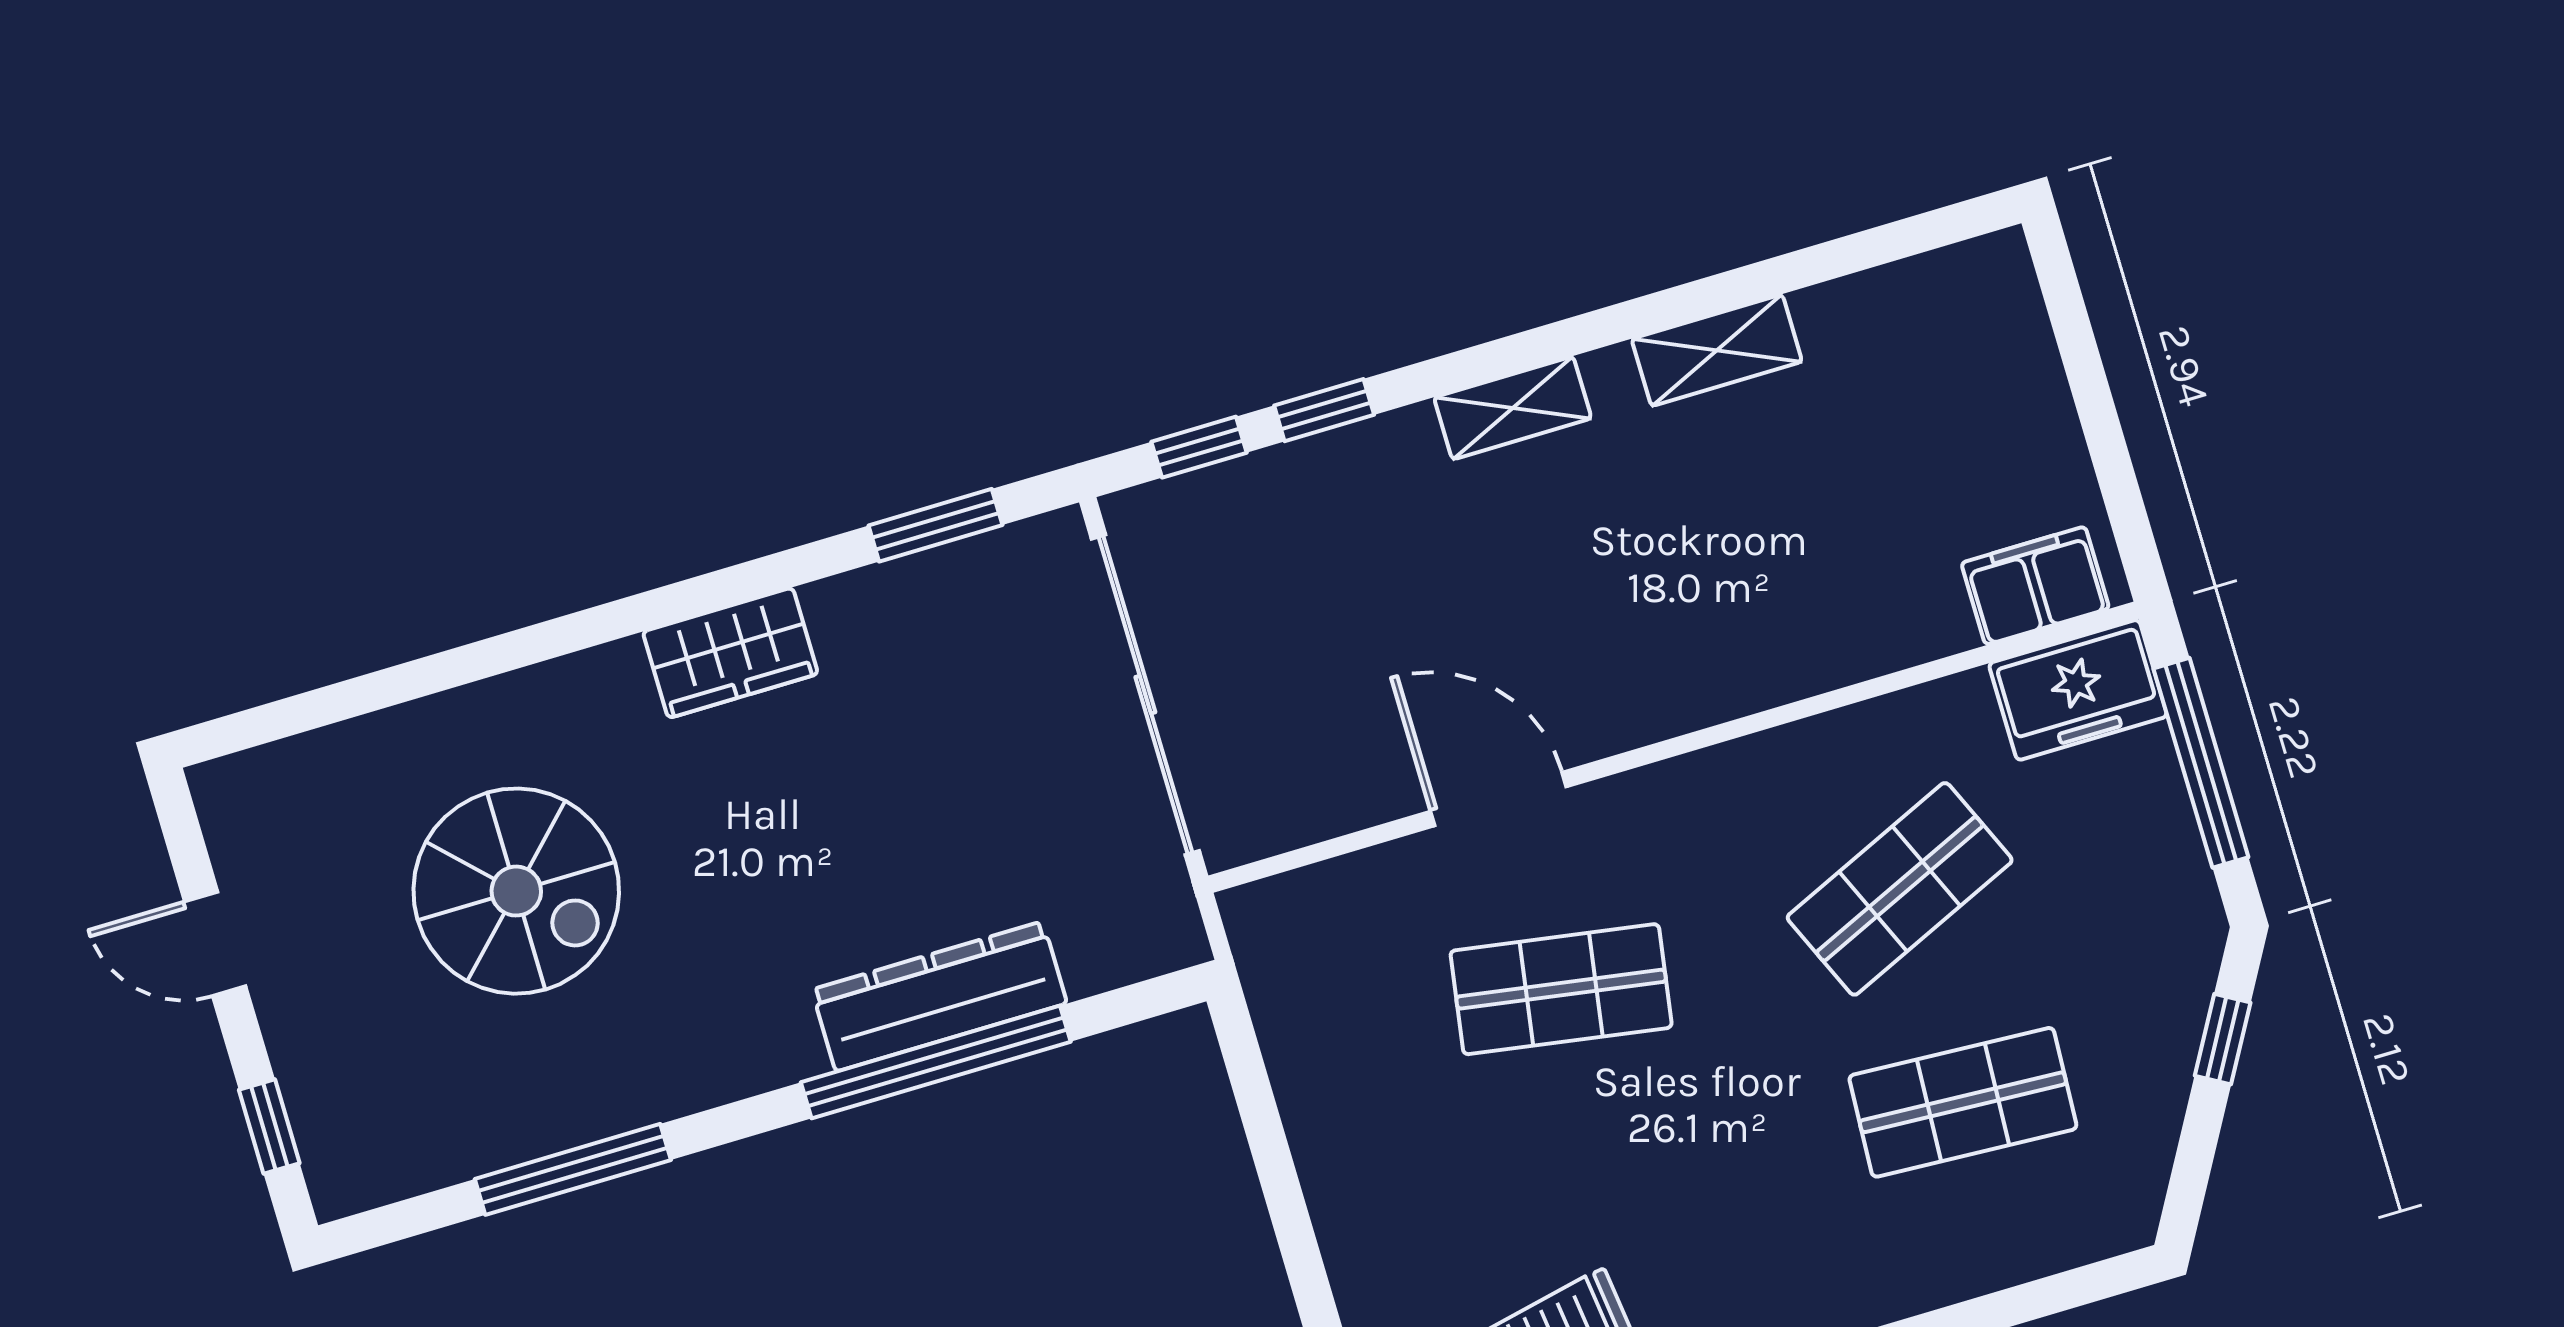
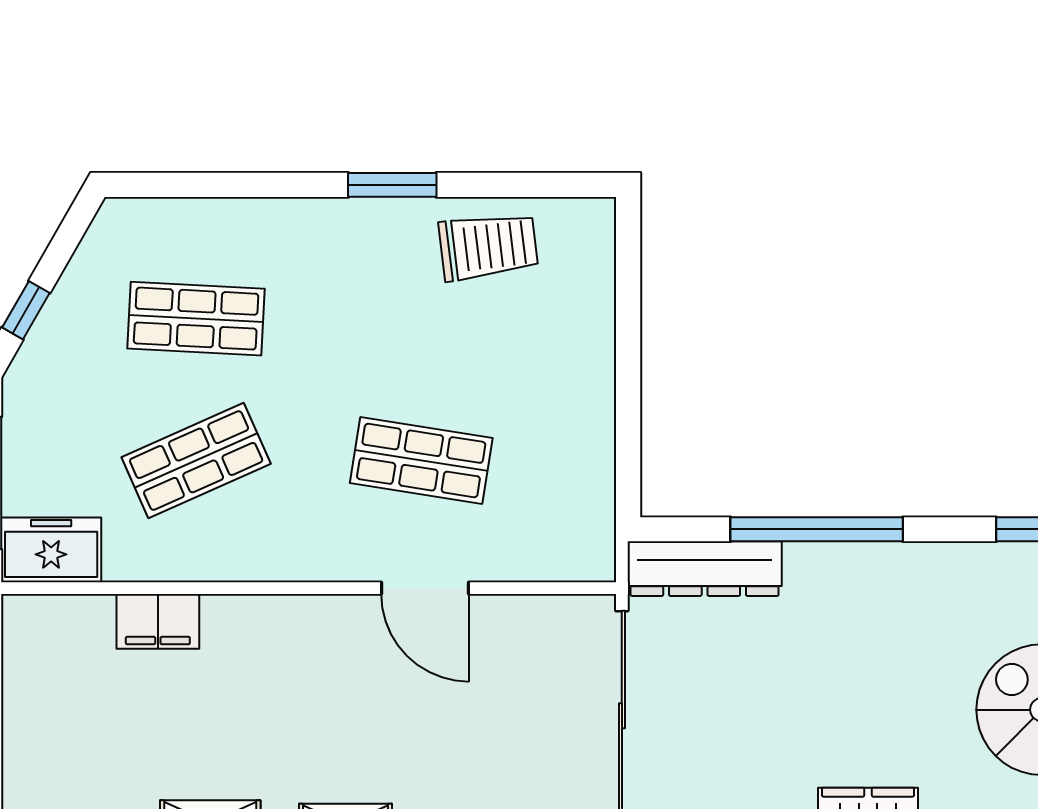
filing cabinet: (2035, 586) -> (158, 621), moved
dresser: (939, 996) -> (705, 569), moved

